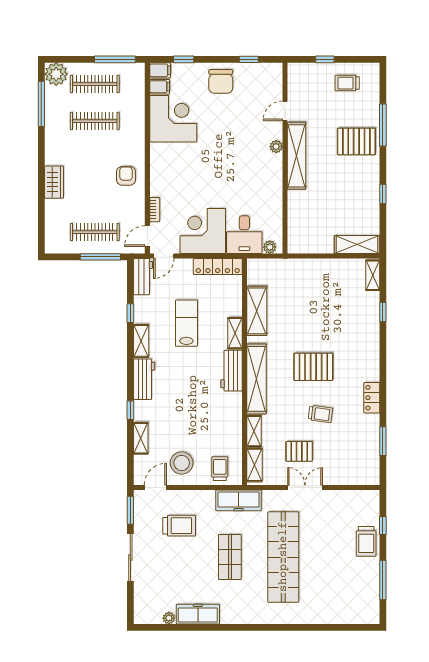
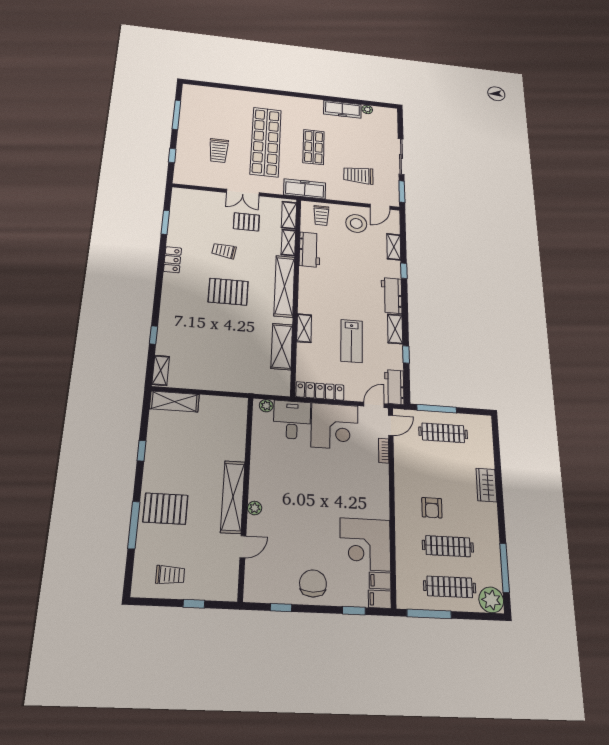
armchair: (126, 176) -> (432, 508), moved
workbench: (231, 371) -> (310, 250), moved
trolley: (366, 541) -> (219, 151), moved, turned 180

